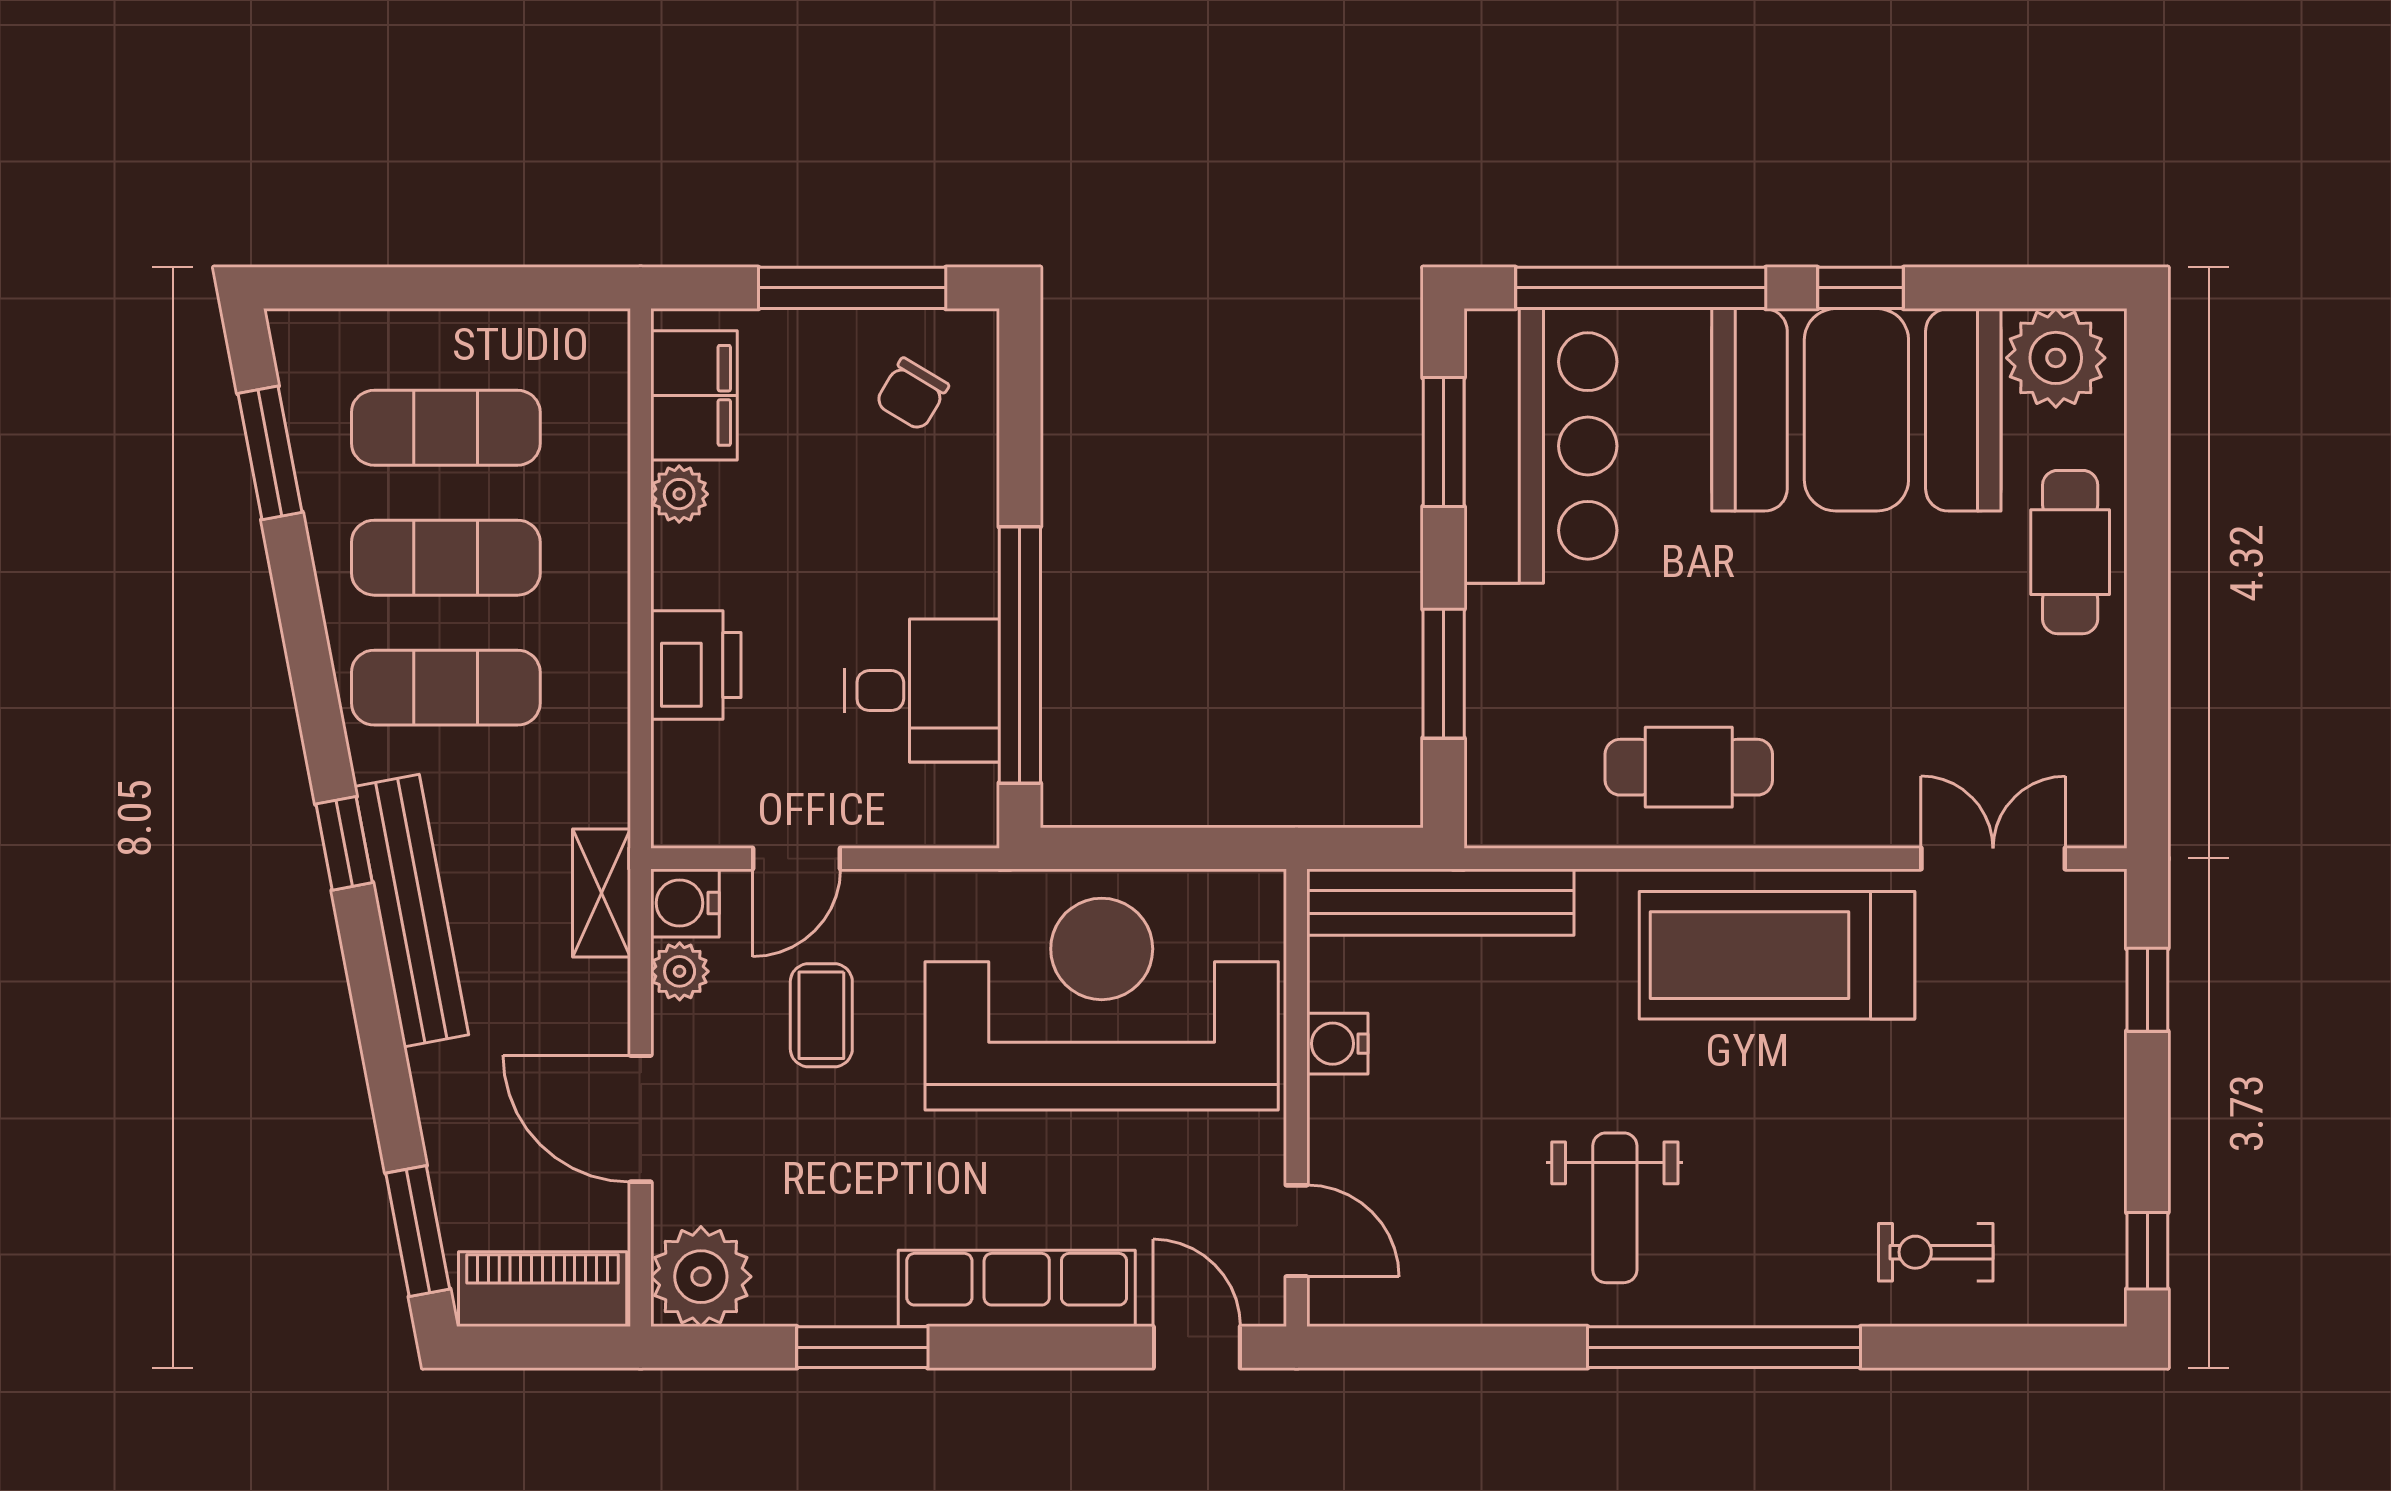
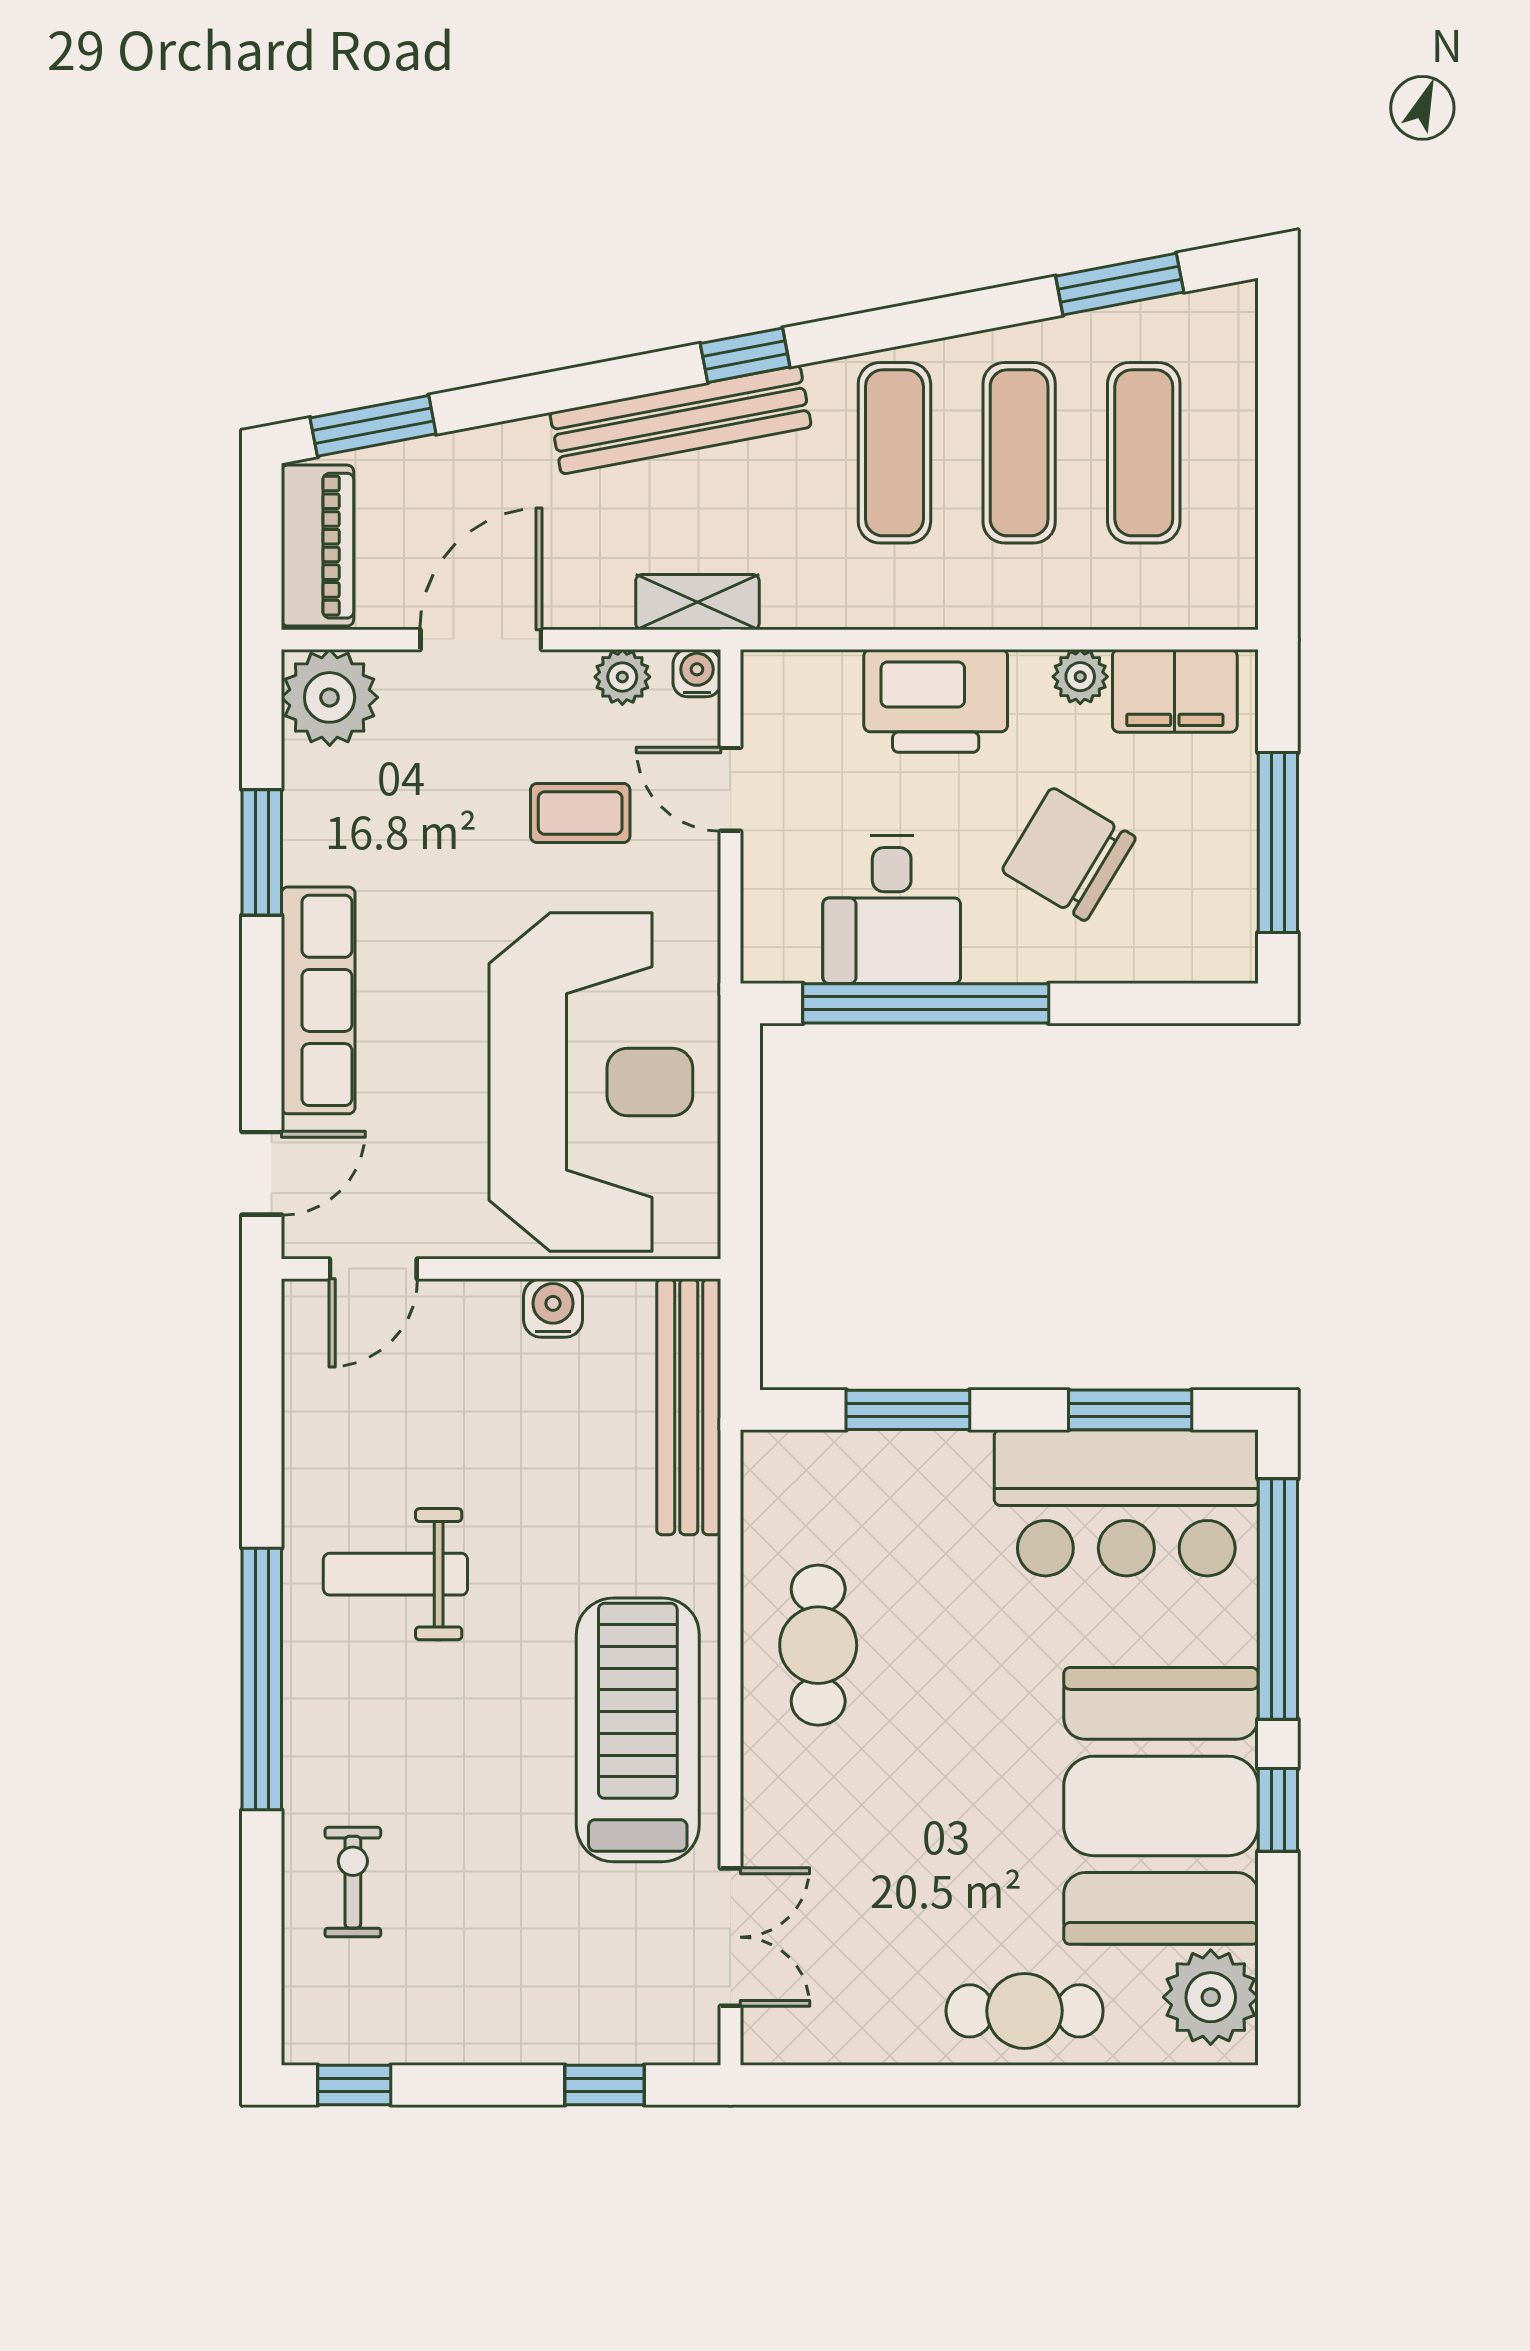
chair: (912, 394) -> (1069, 854), moved, width x1.87, depth x1.87
printer: (696, 665) -> (936, 701), width x1.37, depth x1.19
water cooler: (685, 903) -> (697, 673), width x0.72, depth x0.72

